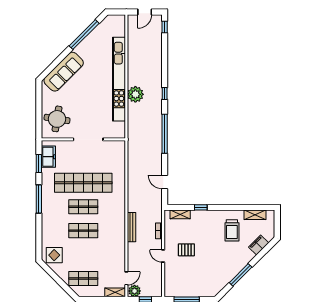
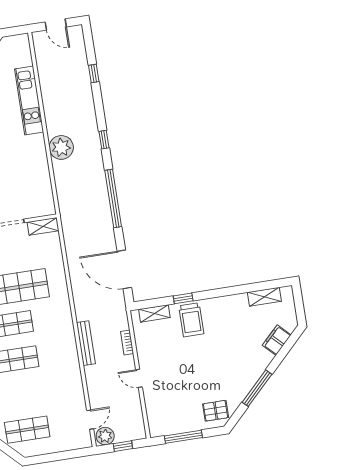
door: (145, 12) -> (56, 24), hinge flipped
window: (165, 27) -> (94, 74), moved
kitchen unit: (119, 79) -> (29, 100), width x0.54
door: (165, 182) -> (124, 269), width x1.88
trolley: (232, 230) -> (191, 320), moved
pallet: (186, 250) -> (216, 411), moved
shelving: (115, 292) -> (43, 226), moved

